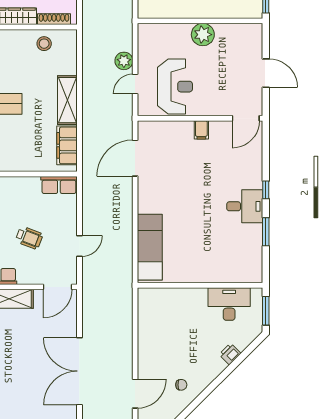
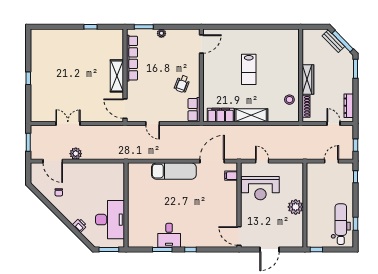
plant: (124, 61) -> (76, 154), moved
filing cabinet: (201, 130) -> (231, 176), moved
door: (135, 158) -> (212, 161), hinge flipped
desk: (245, 206) -> (169, 235), moved
wheelchair: (29, 238) -> (182, 84), moved
exam couch: (150, 247) -> (174, 171), moved
desk: (229, 304) -> (110, 220), width x1.36, depth x1.30
double door: (79, 371) -> (68, 124), width x0.54

